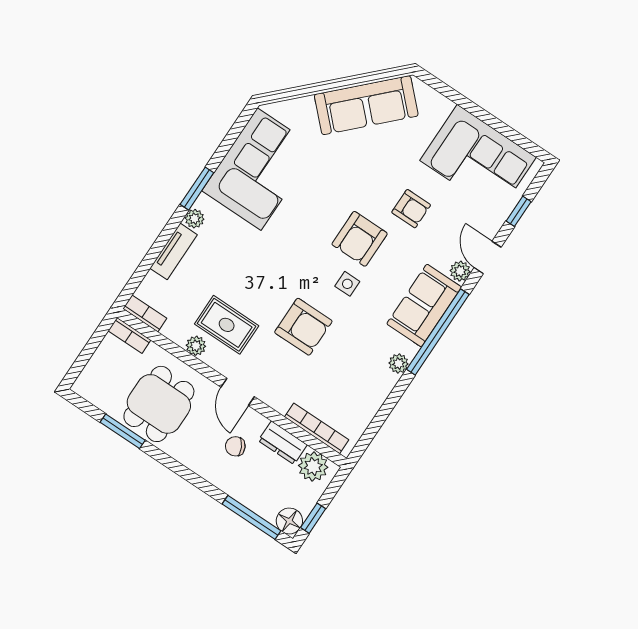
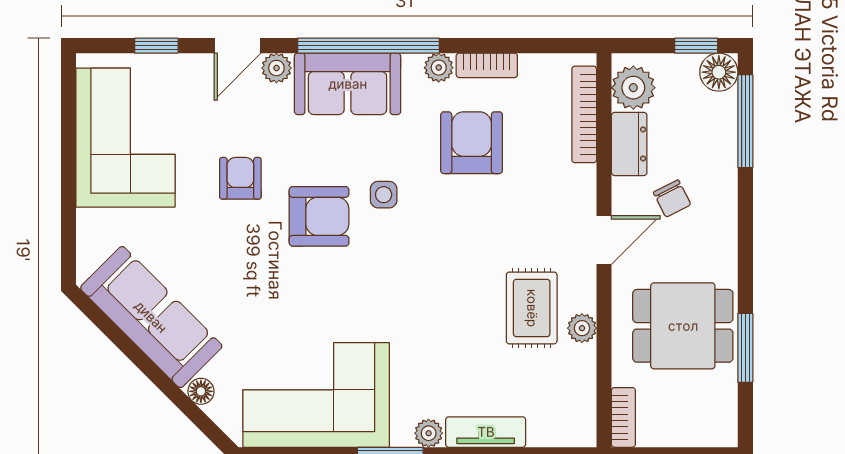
floor lamp: (305, 105) -> (201, 391), added
bookcase: (145, 313) -> (487, 65), moved, turned -90
armchair: (303, 327) -> (472, 143), moved

